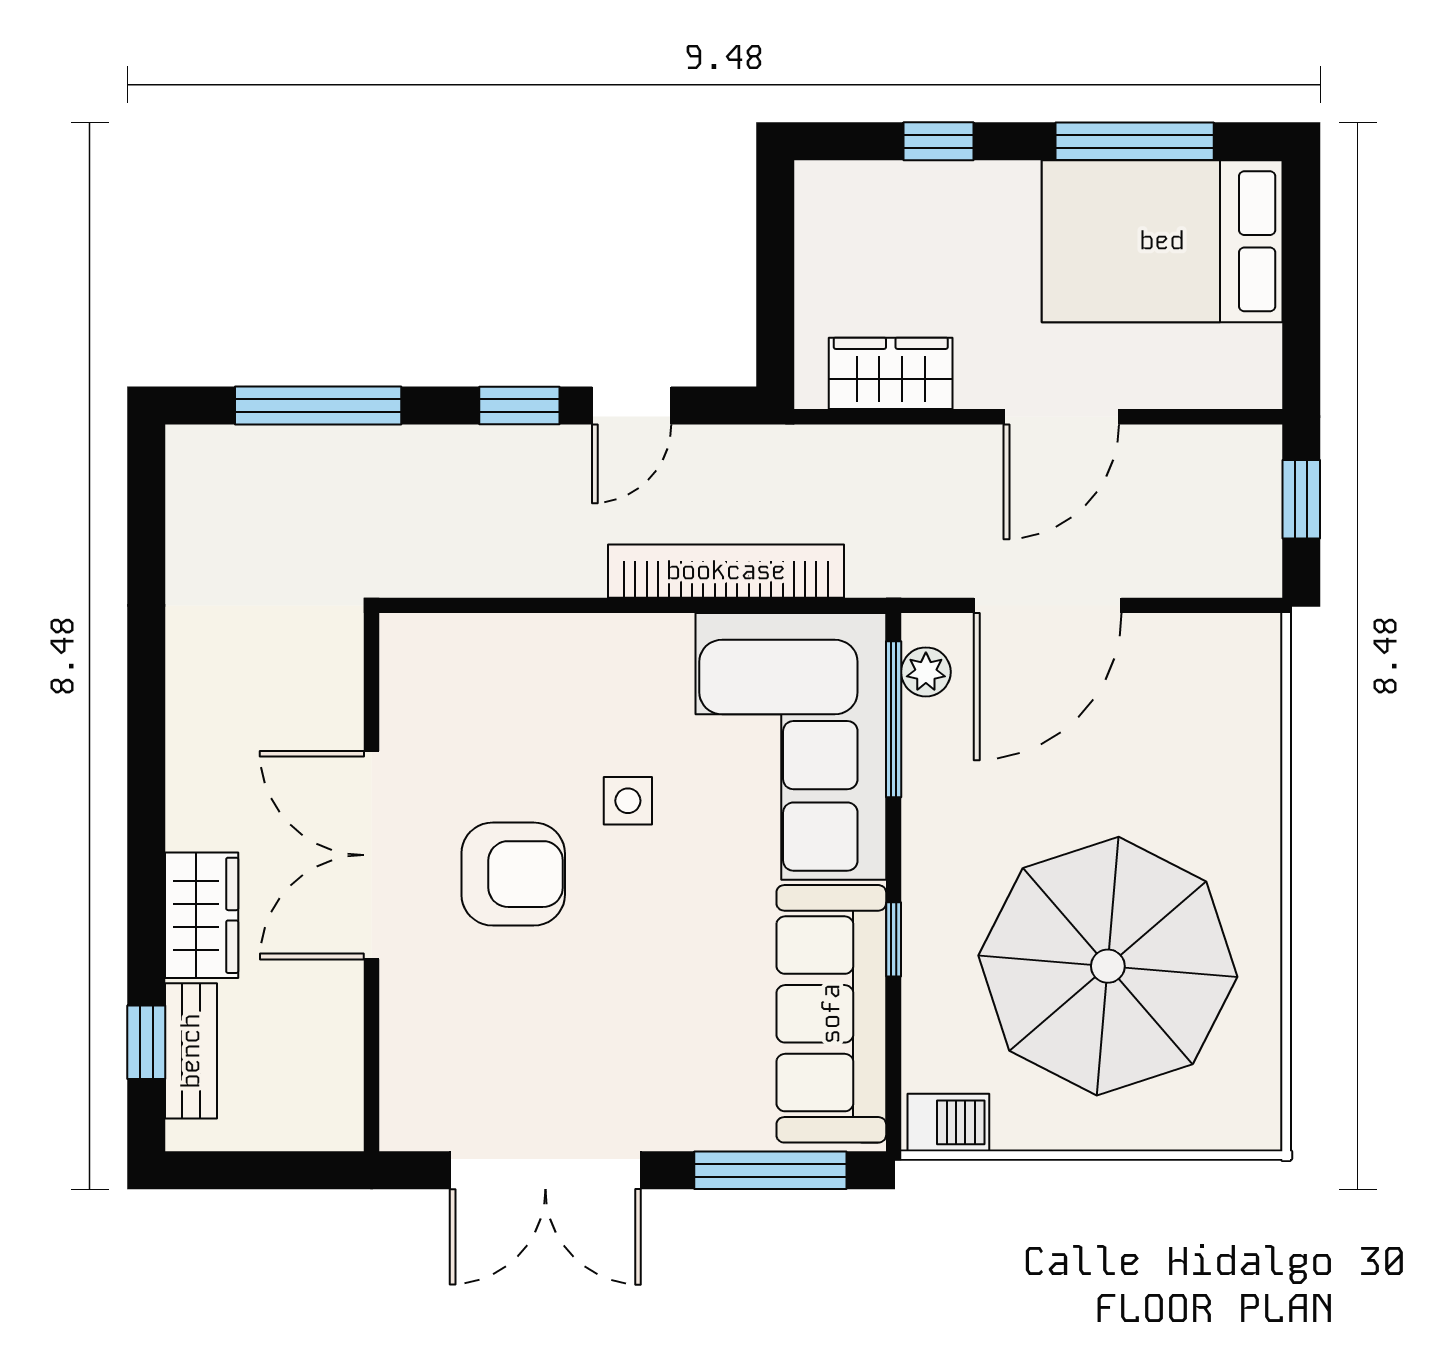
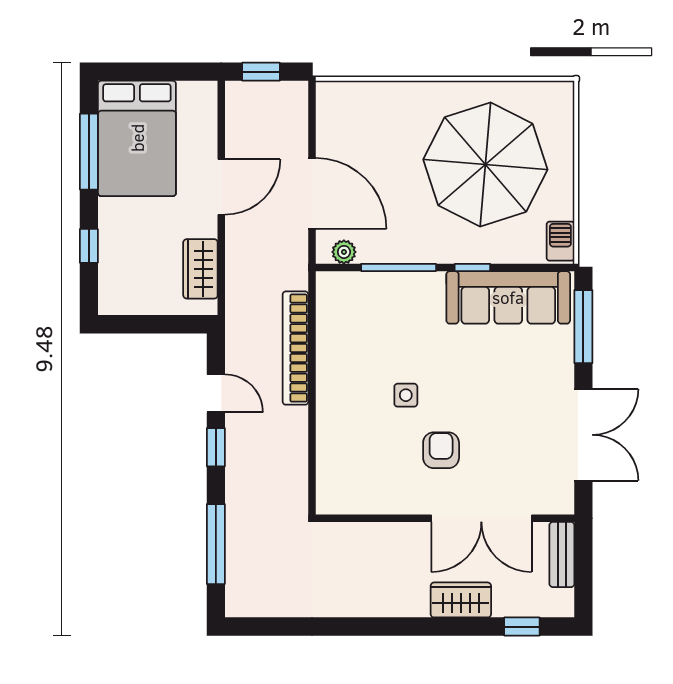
door: (1061, 417) -> (221, 187), hinge flipped
window: (894, 719) -> (399, 267), moved
corner sofa: (791, 746) -> (380, 317), removed
double door: (372, 855) -> (481, 518), moved
armchair: (513, 874) -> (441, 450), width x0.72, depth x0.72
bench: (191, 1051) -> (562, 555), moved, turned 90

